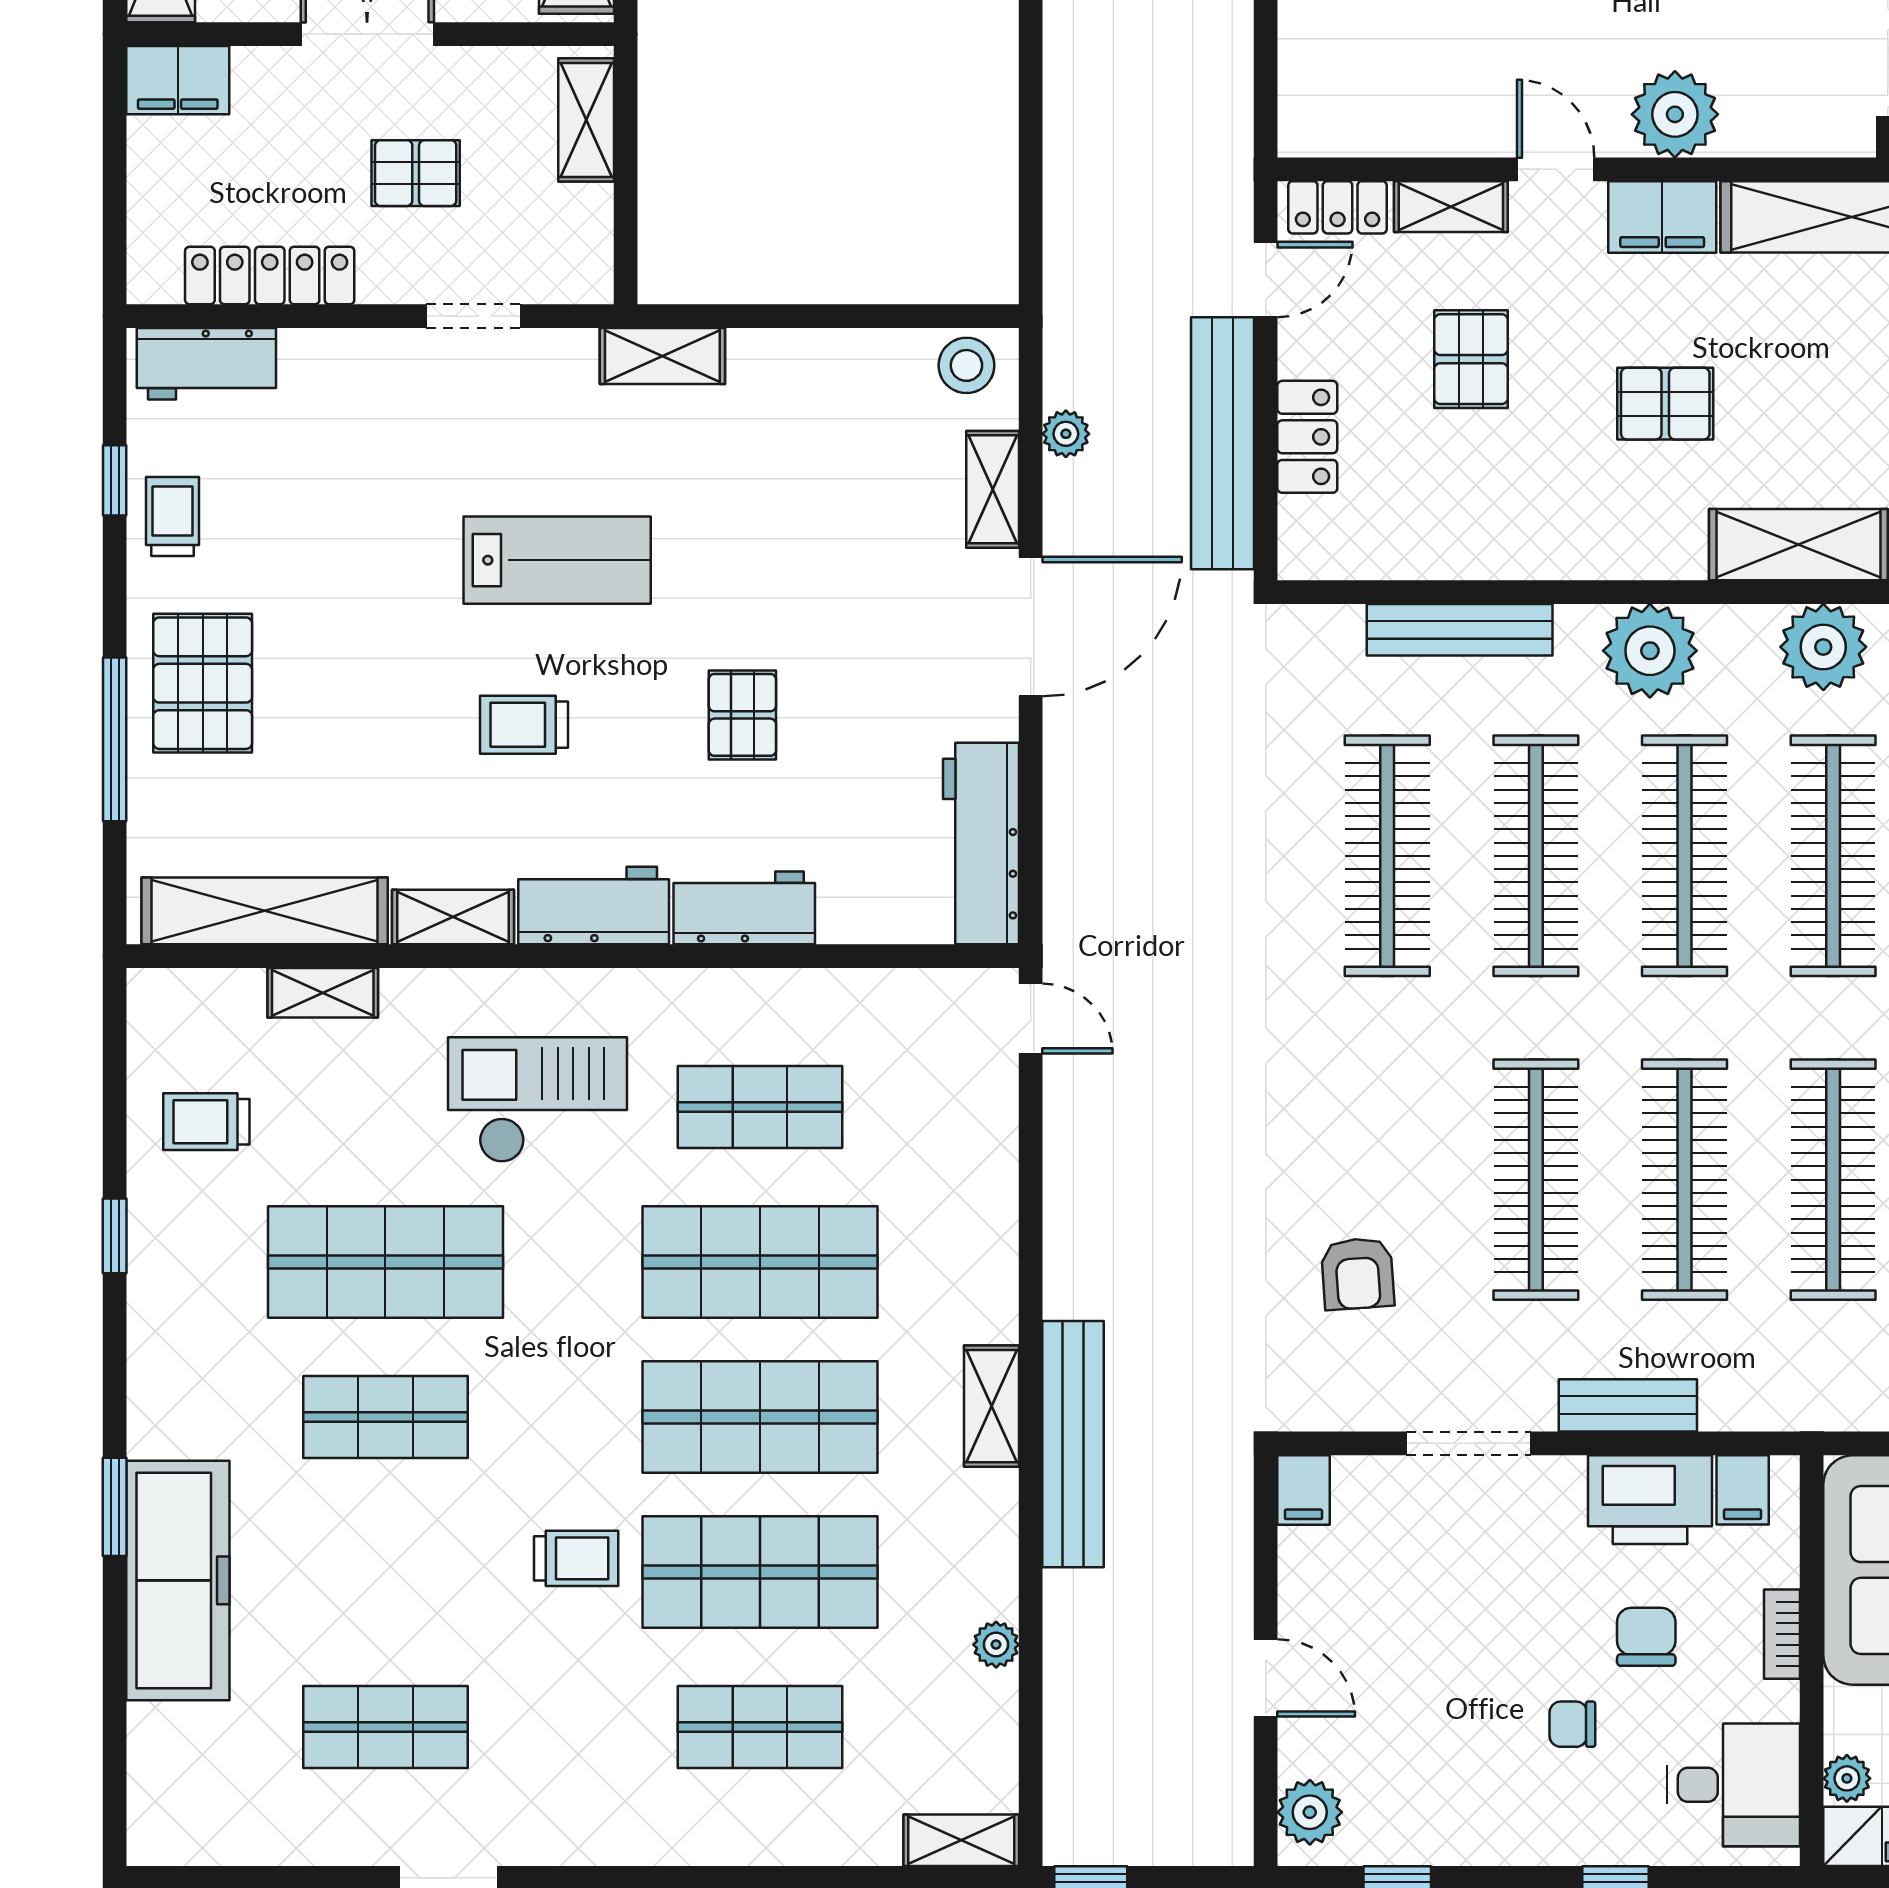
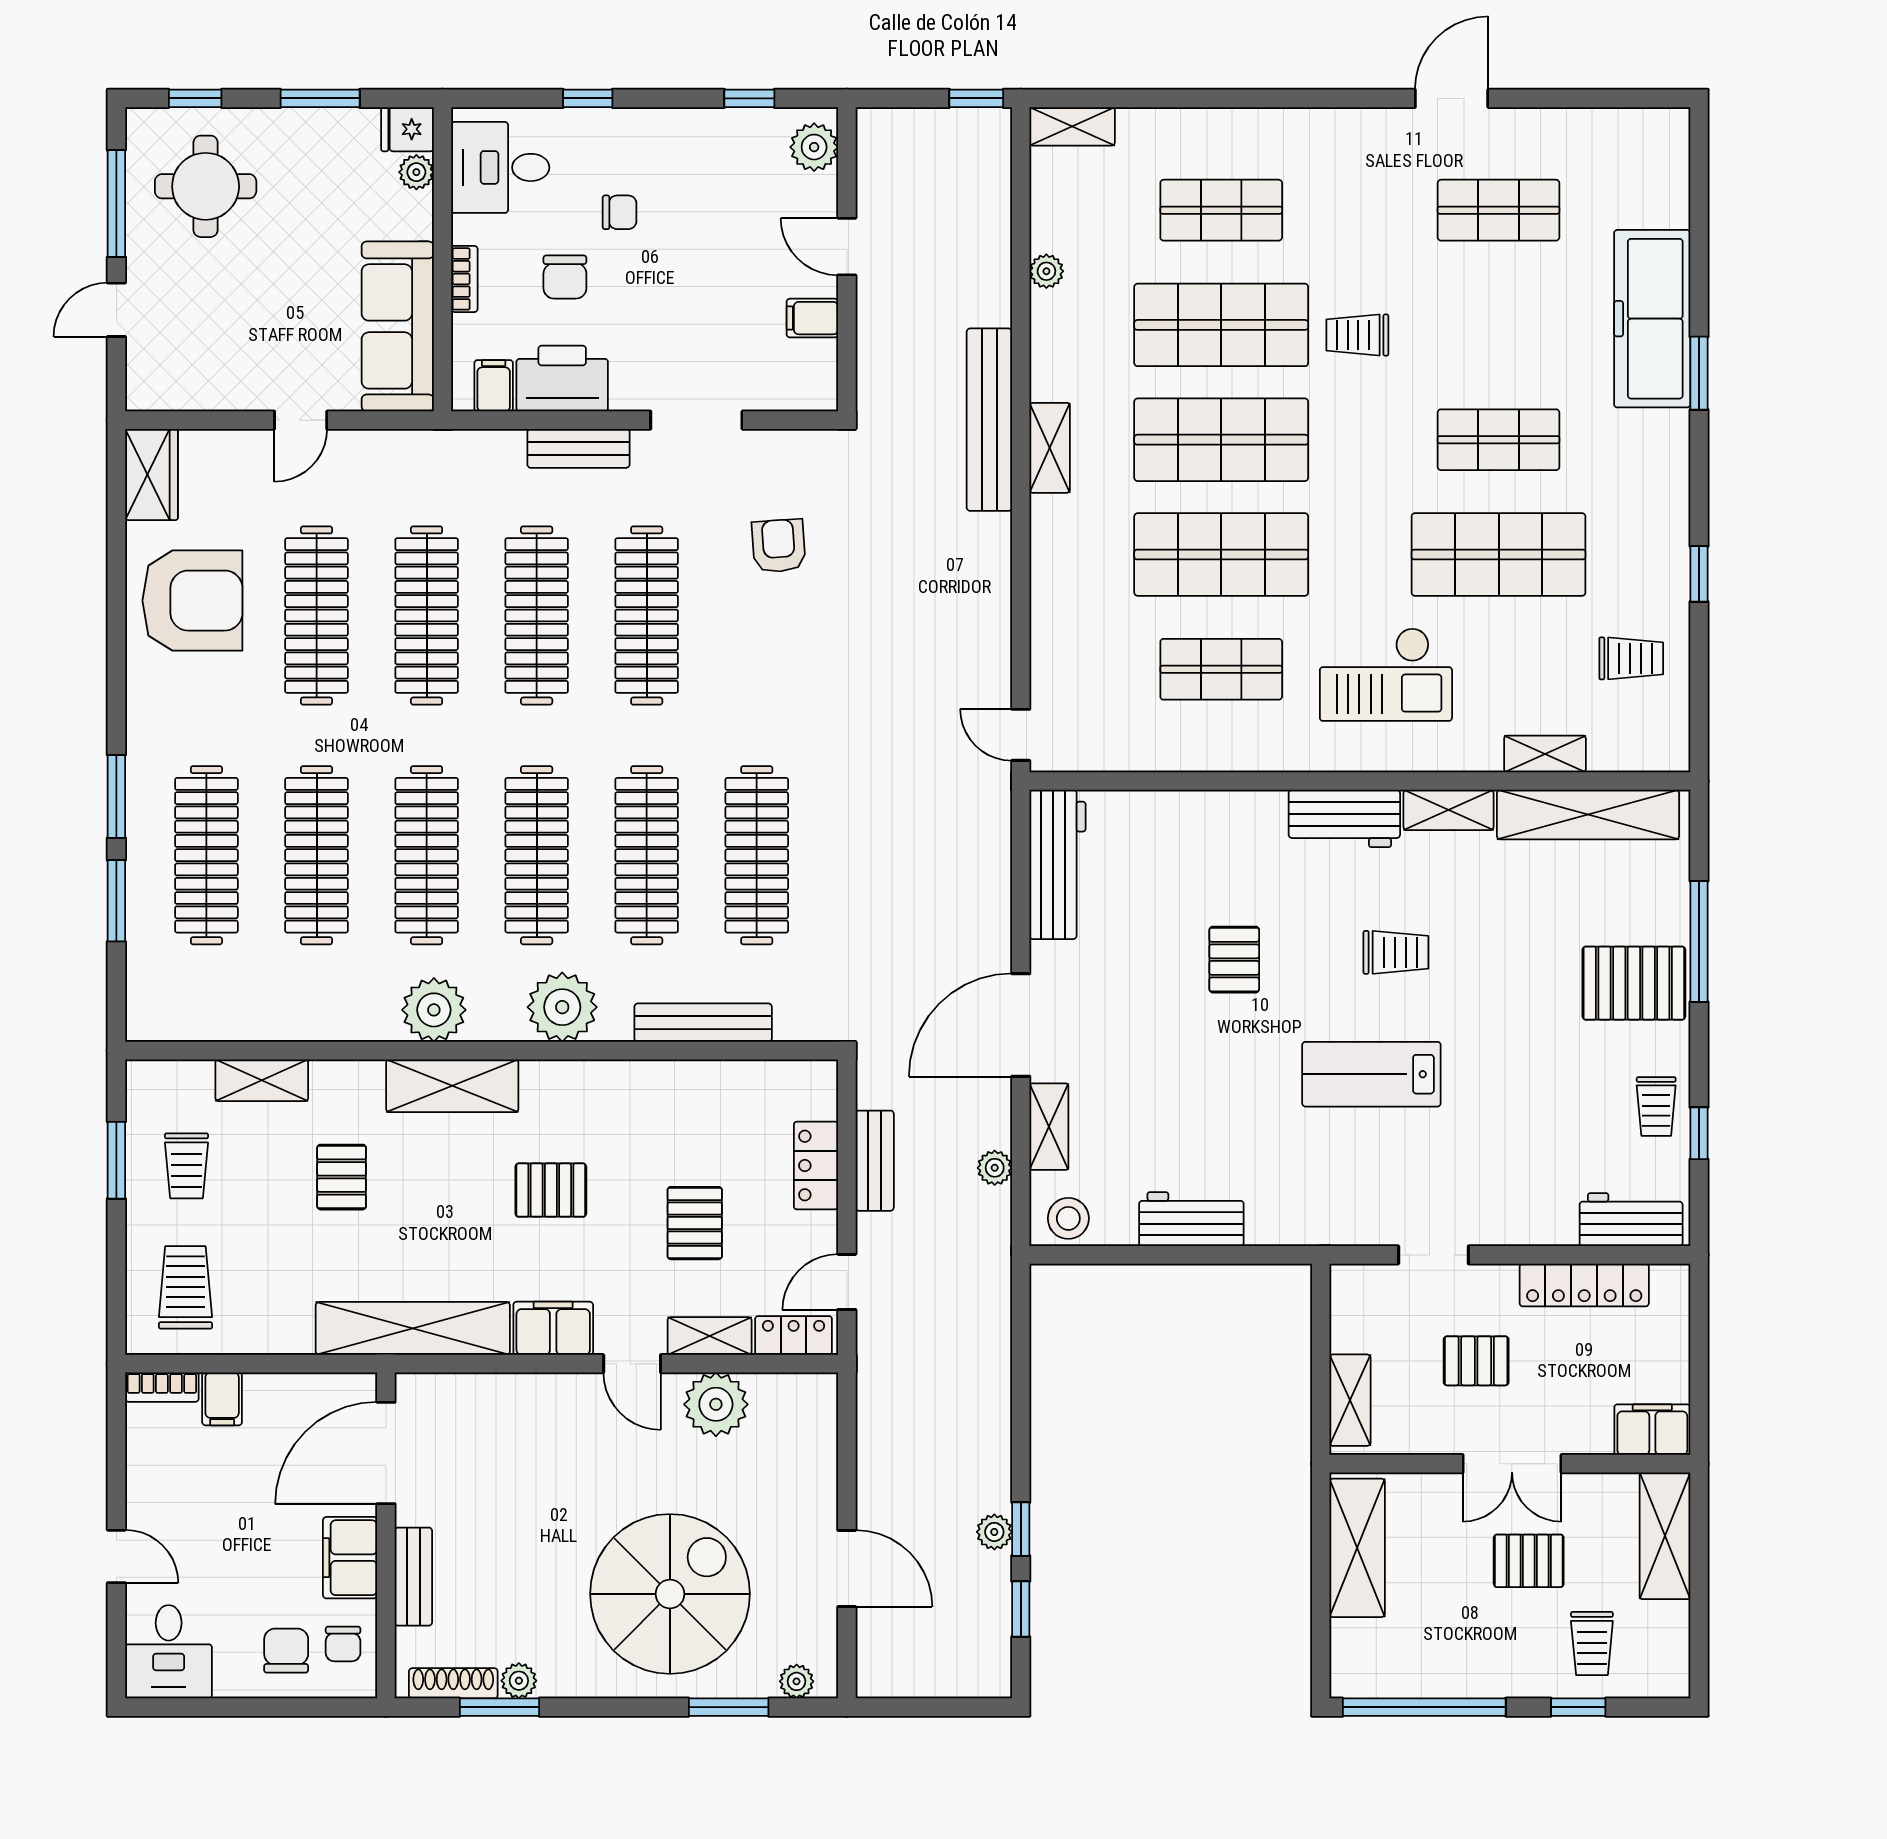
plant: (1675, 114) -> (716, 1404), moved
shelving: (662, 356) -> (1293, 1225), removed
bench: (1222, 443) -> (875, 1161), width x0.54, depth x0.82
pallet: (203, 683) -> (1634, 983), turned 90
workbench: (744, 908) -> (1191, 1219), moved, turned 180
filing cabinet: (1303, 1490) -> (812, 318), moved, turned -90

